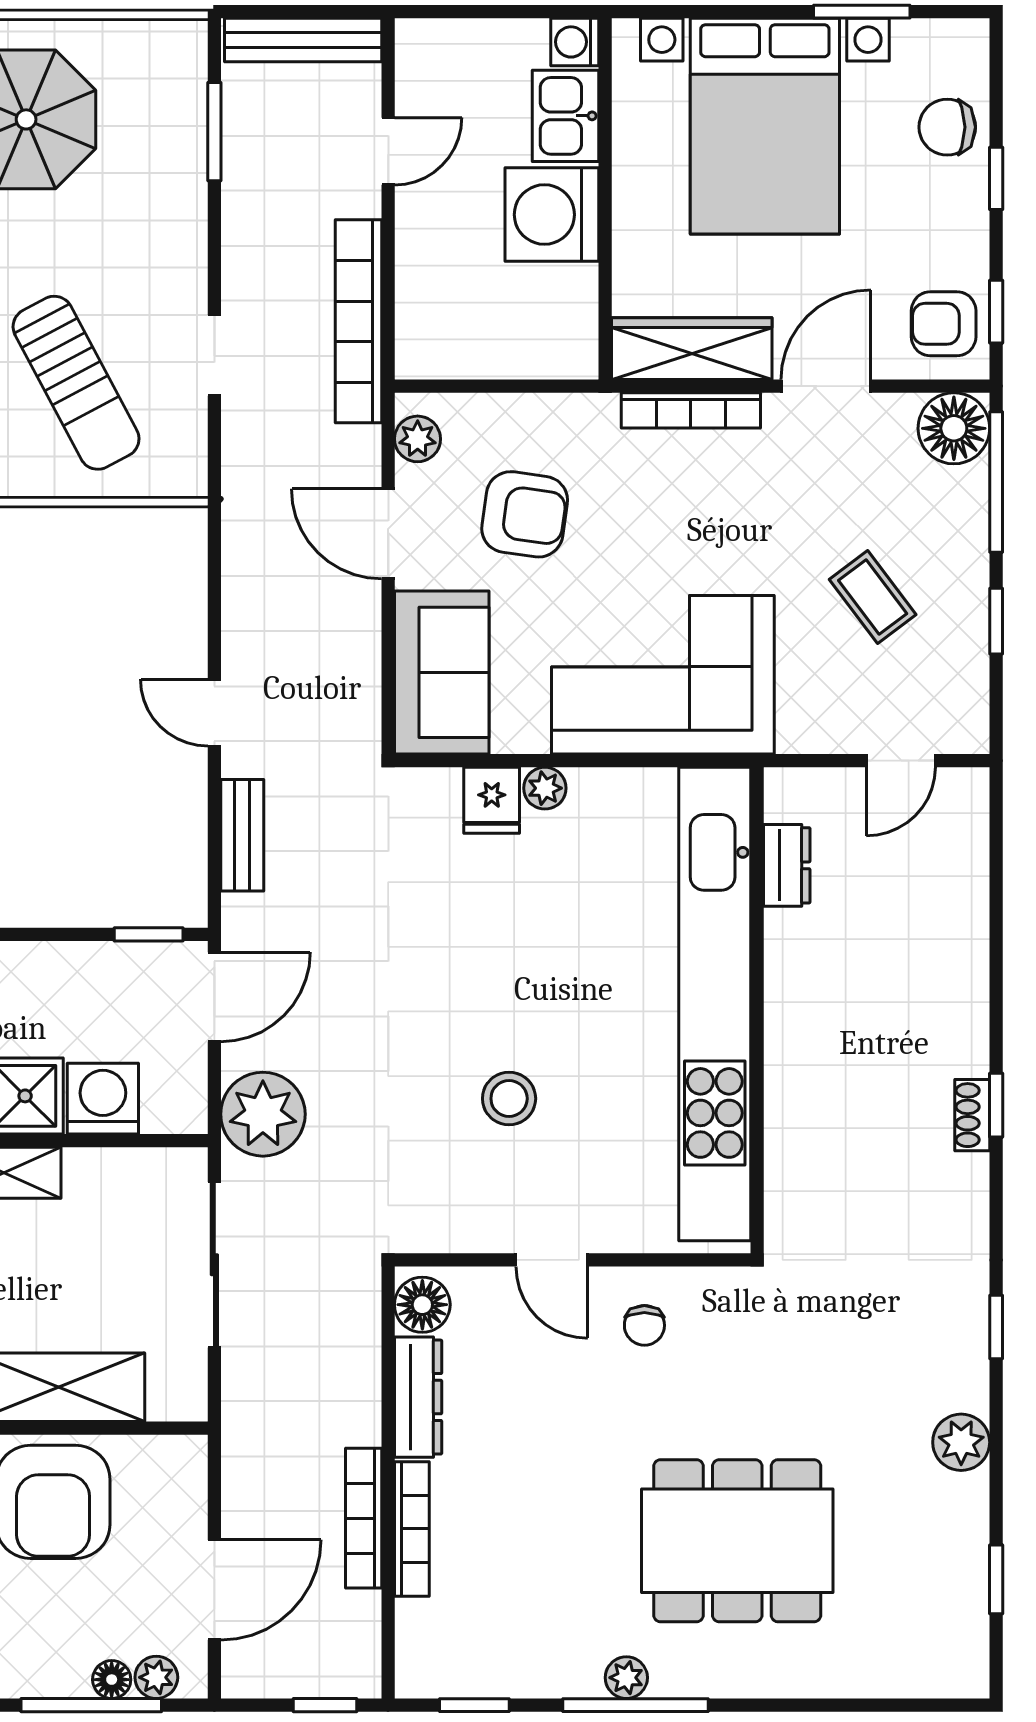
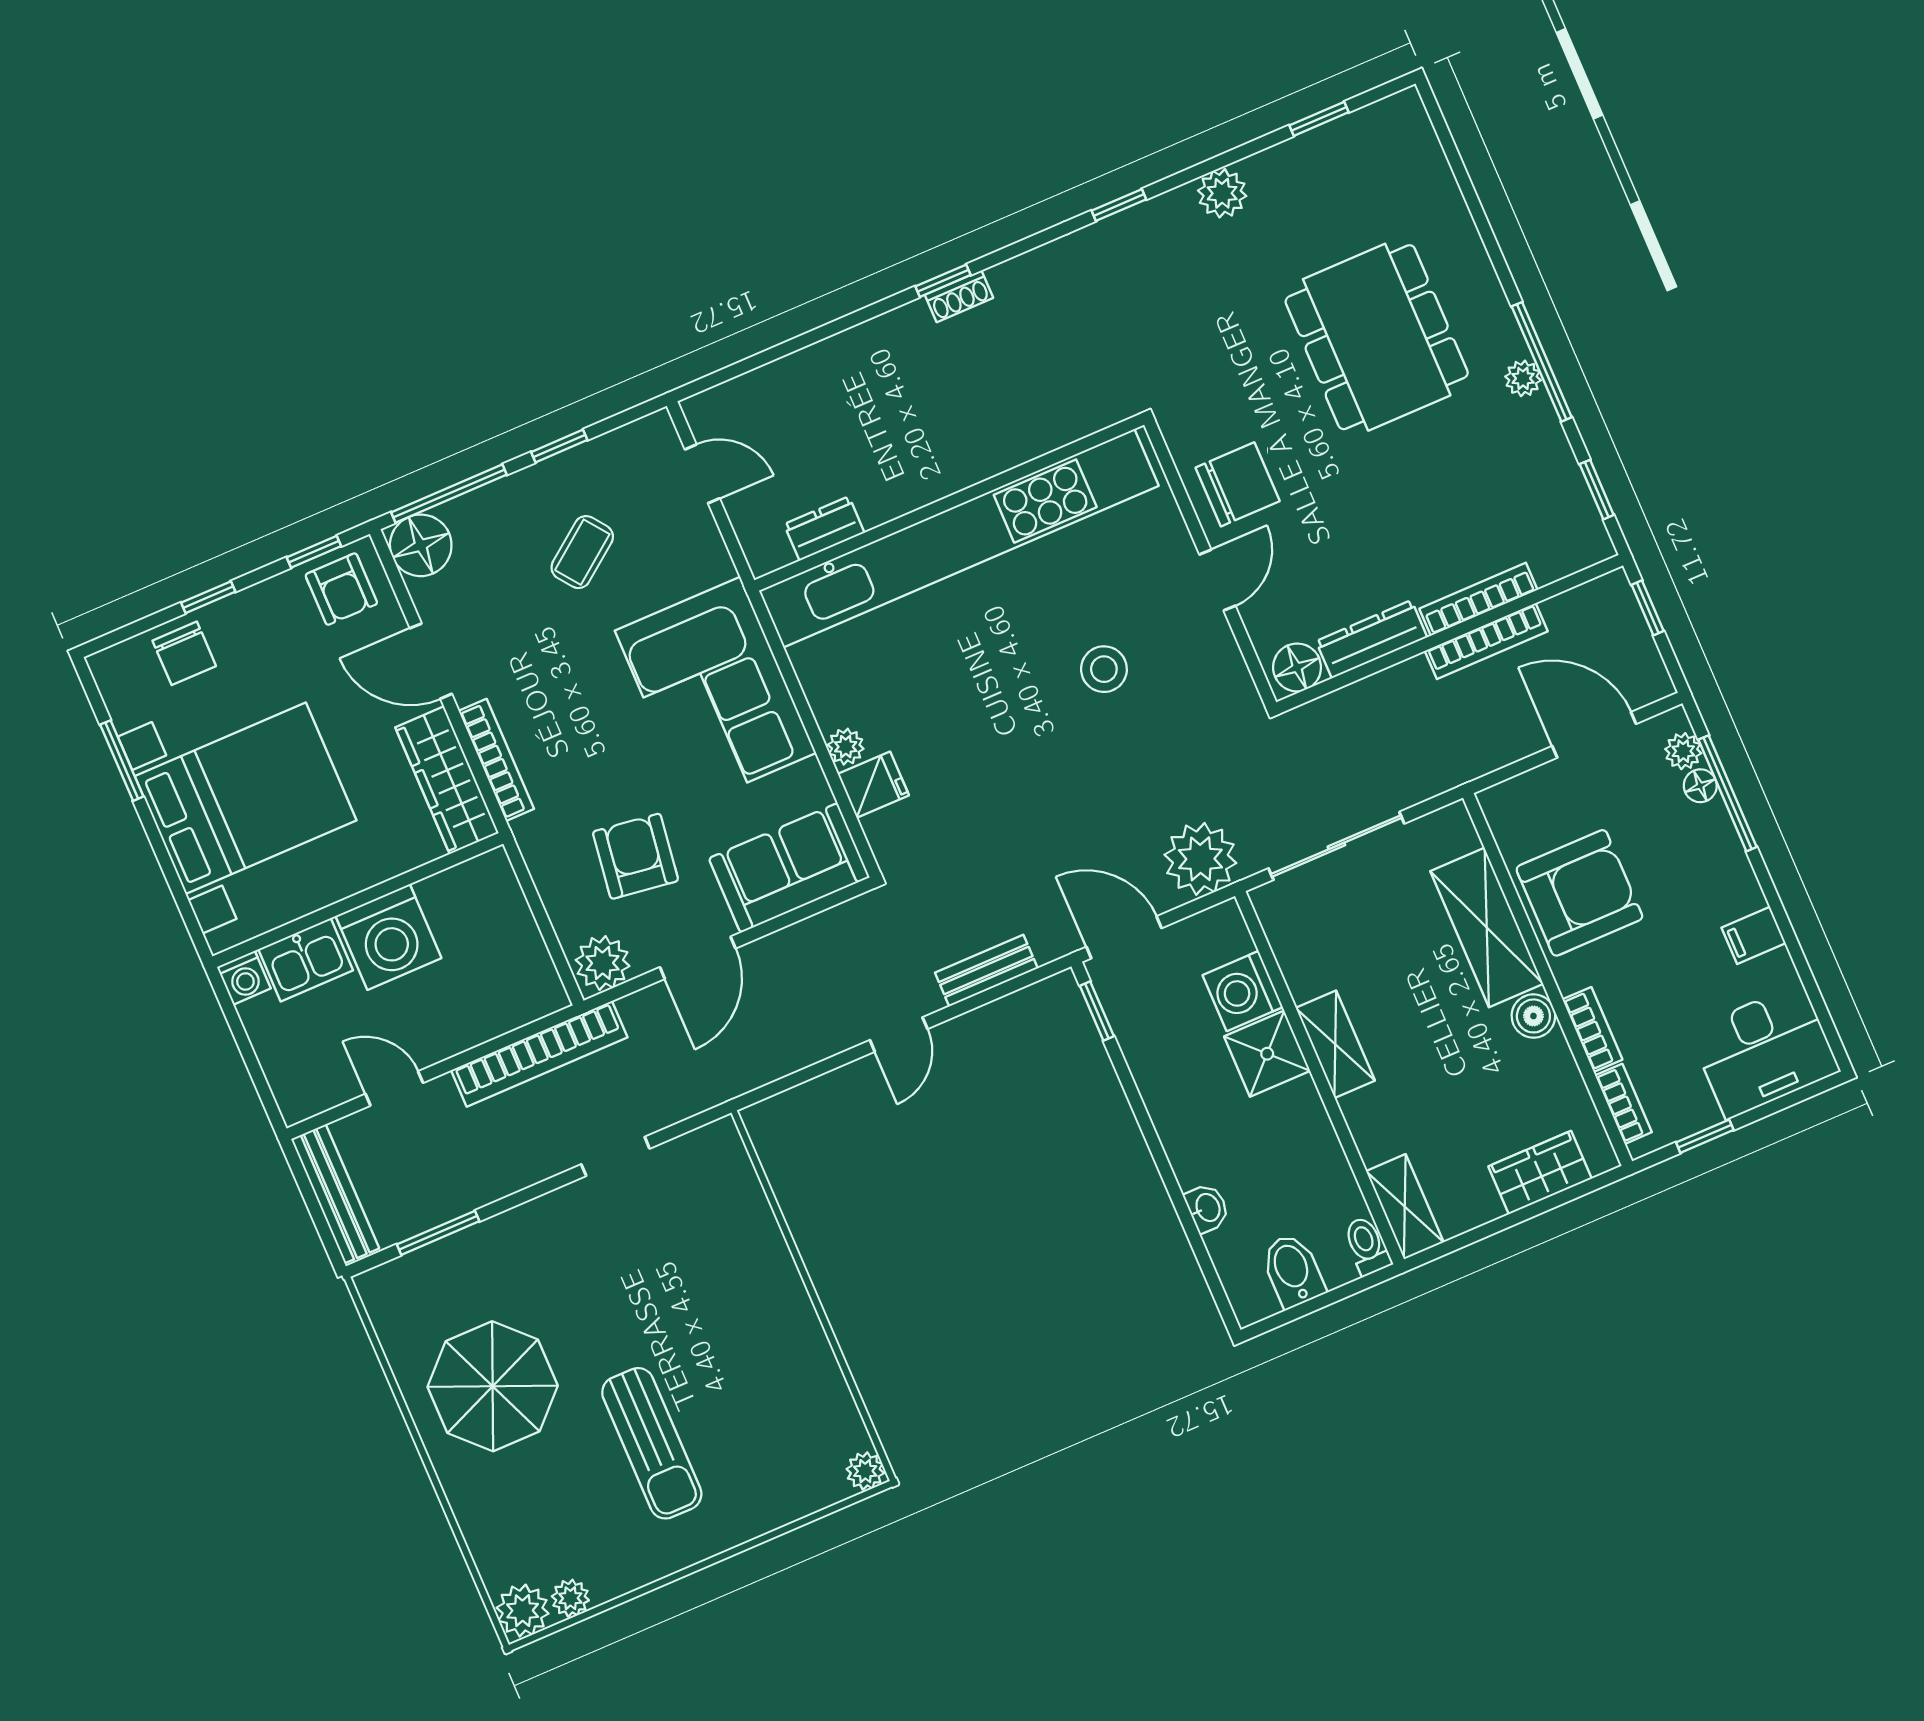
sun lounger: (76, 383) -> (684, 1257), removed
plant: (418, 439) -> (603, 963), width x1.38, depth x1.38
chair: (644, 1325) -> (1238, 484), width x1.87, depth x1.87

